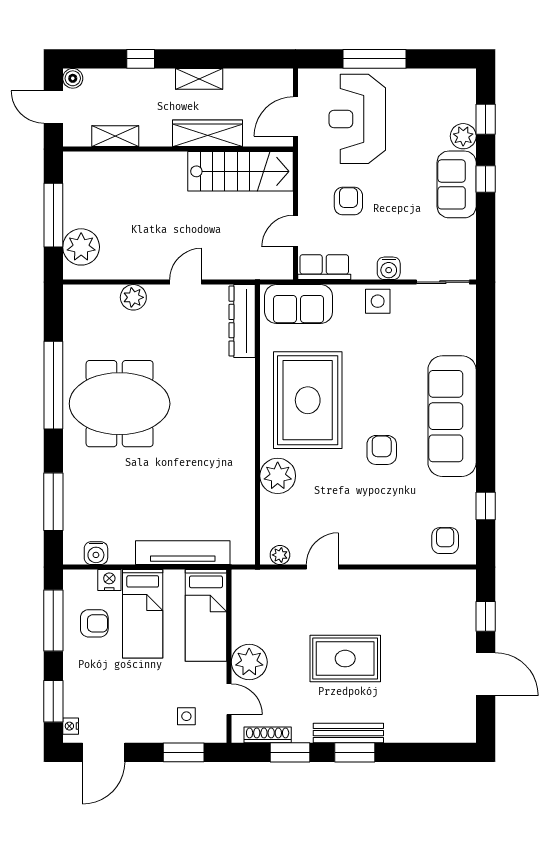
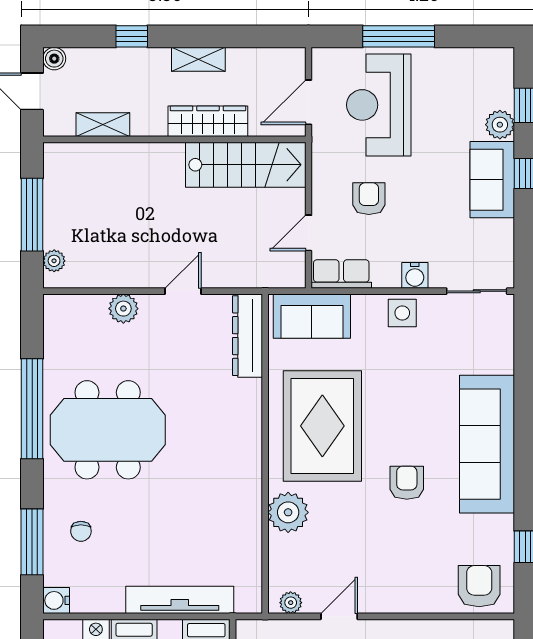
plant: (81, 247) -> (54, 261), width x0.53, depth x0.53
chair: (96, 492) -> (81, 531), added
armchair: (445, 541) -> (479, 586), width x1.38, depth x1.38
water cooler: (96, 553) -> (56, 600), moved, turned 90

